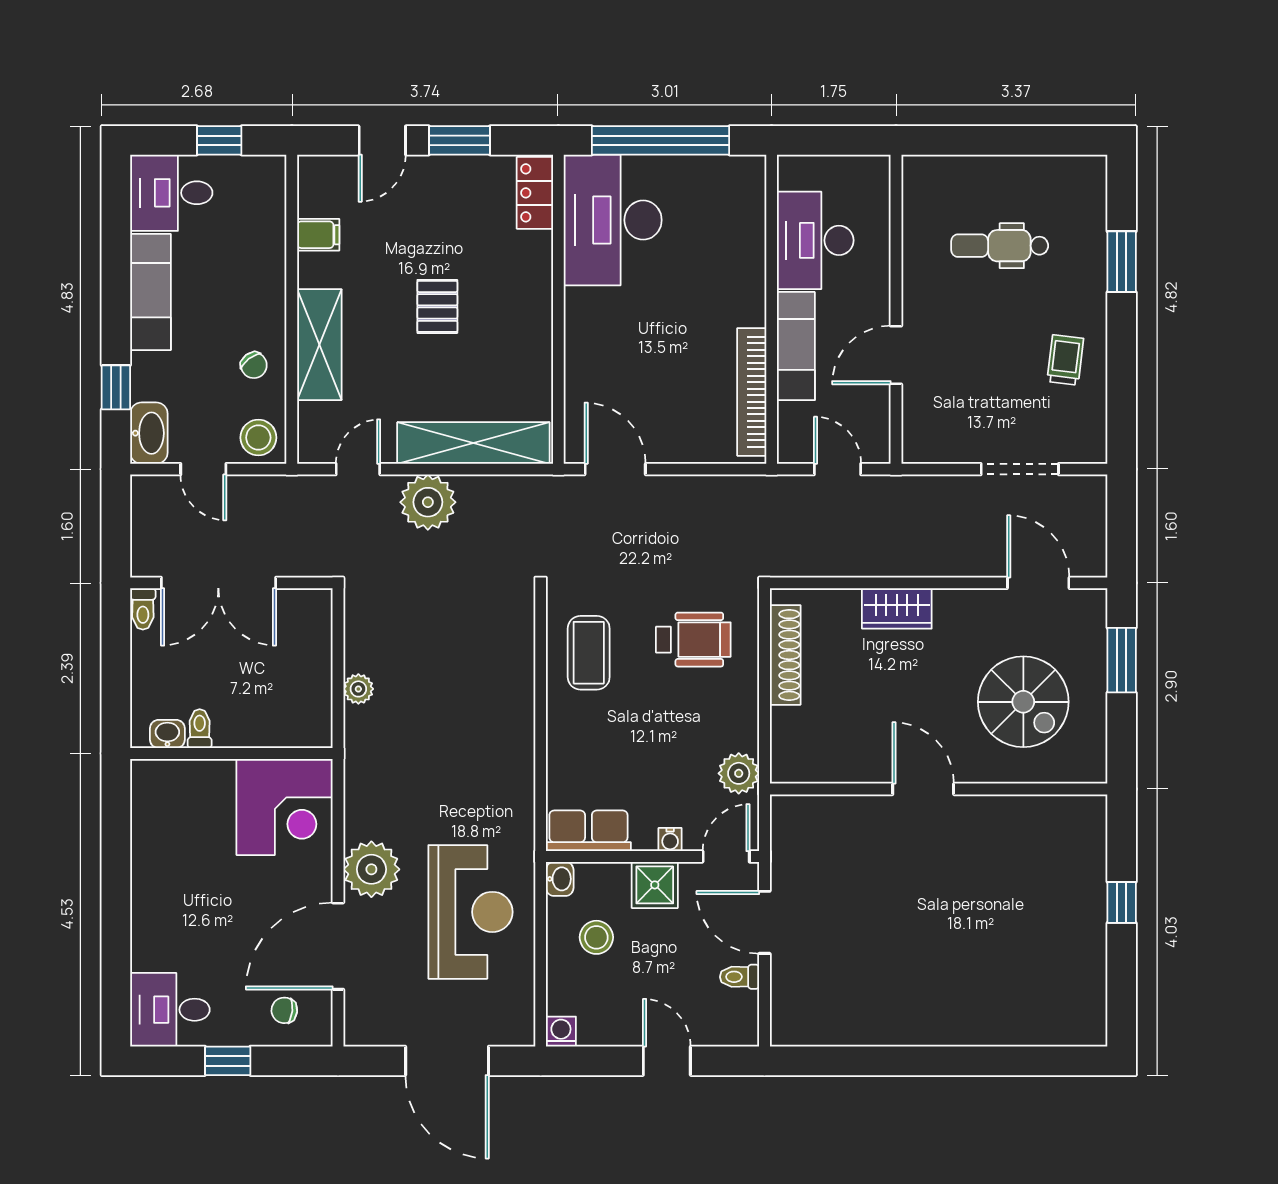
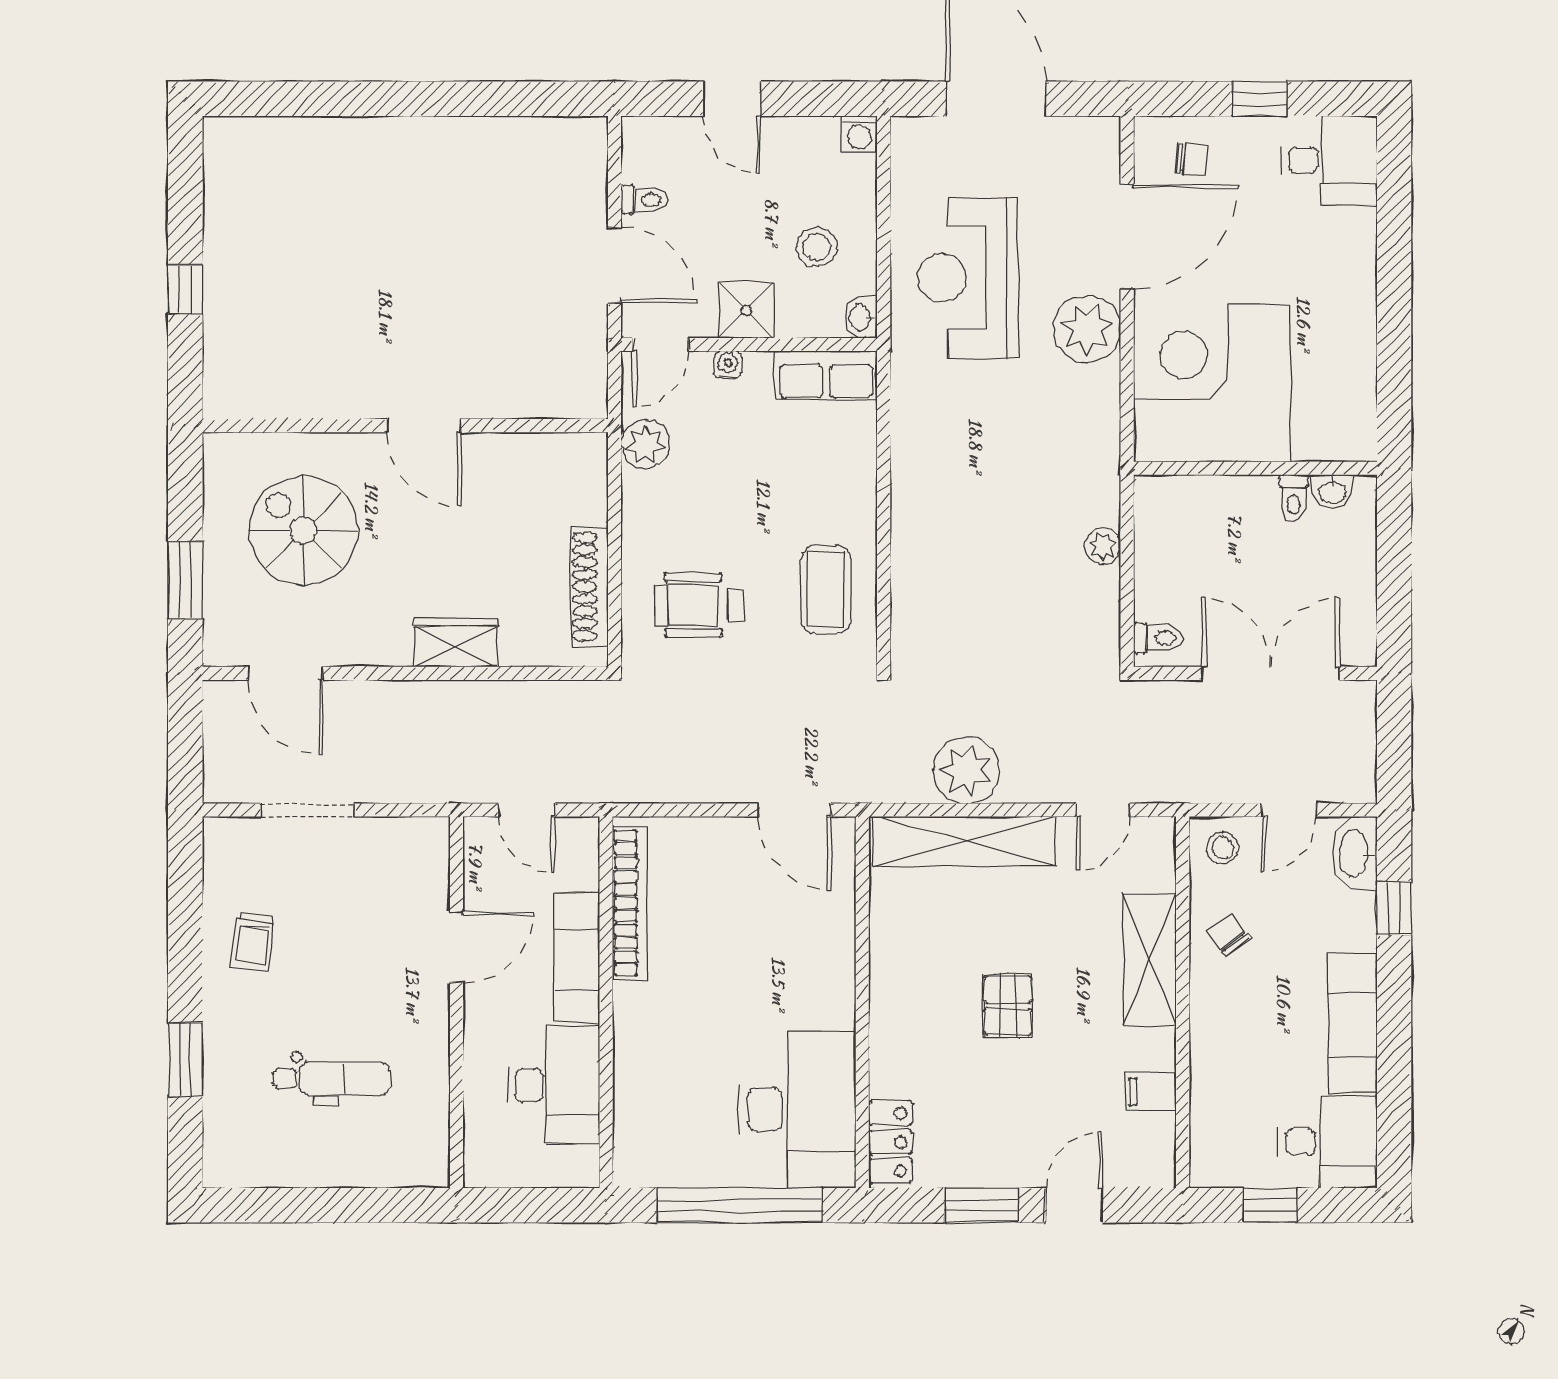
stool: (258, 438) -> (1223, 848), width x0.73, depth x0.73
door: (203, 469) -> (1289, 810), swing flipped
plant: (428, 502) -> (966, 770), moved
toilet: (143, 609) -> (1158, 638), moved, turned 90
corner desk: (285, 807) -> (1212, 383), width x1.36, depth x1.36

